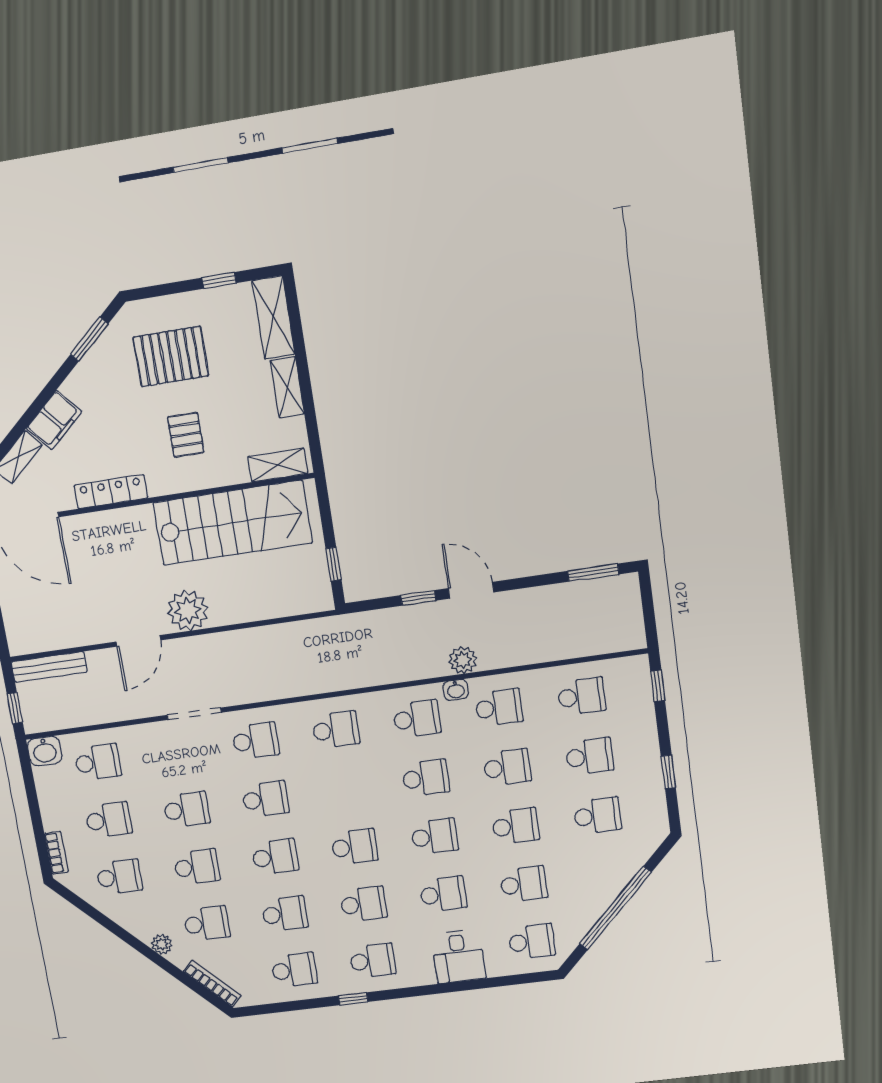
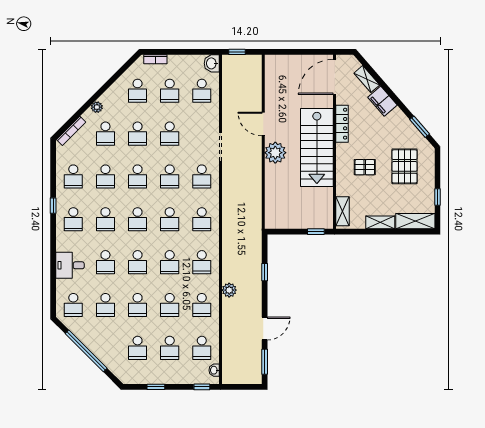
stairs: (233, 523) -> (317, 147), moved
window: (333, 564) -> (316, 232), moved
door: (471, 590) -> (265, 328), moved
bench: (49, 667) -> (256, 74), removed
washbasin: (456, 690) -> (214, 370), moved
school desk: (345, 789) -> (170, 219), added

